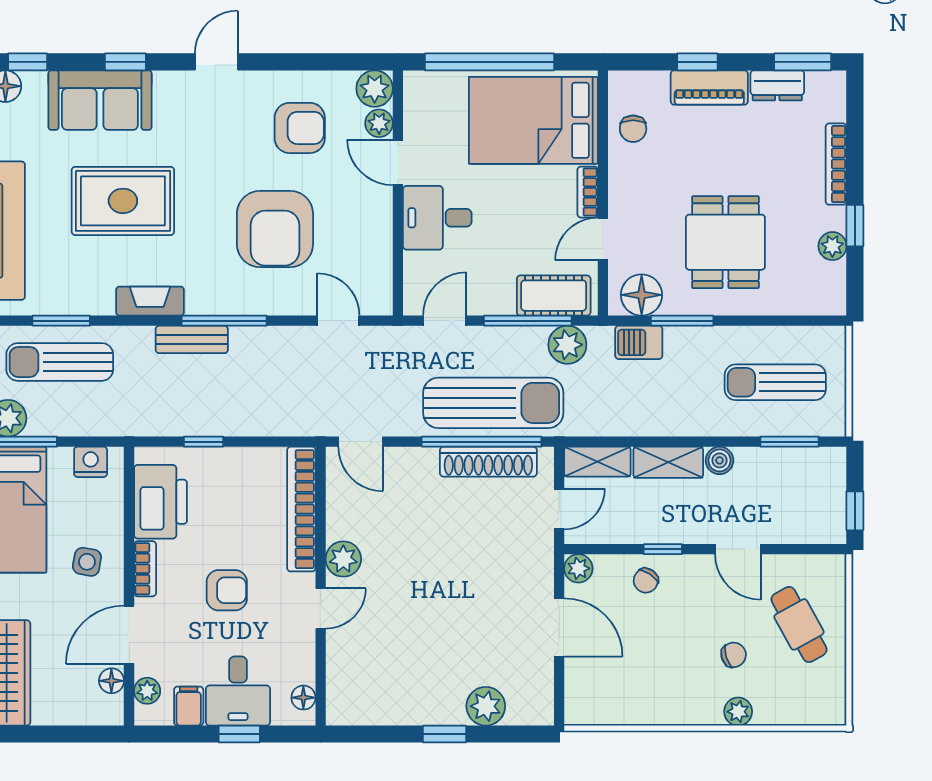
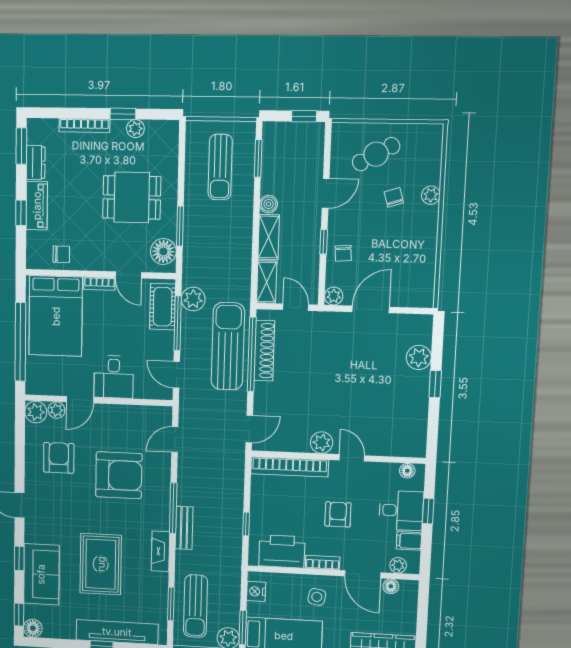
barbecue: (639, 342) -> (193, 254), removed
chair: (646, 581) -> (343, 253), turned 52

